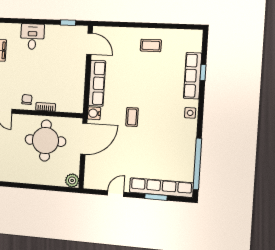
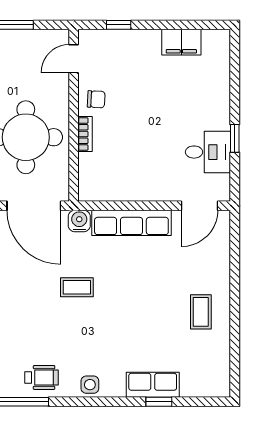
window: (68, 23) -> (235, 138), moved
desk: (32, 37) -> (208, 152), moved
row of seats: (193, 76) -> (153, 385), width x0.68
wheelchair: (184, 141) -> (41, 377), added

